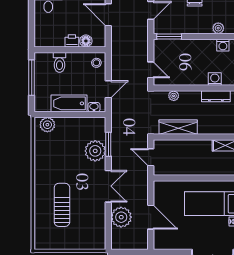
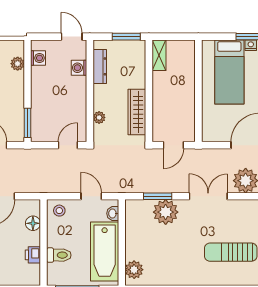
printer: (72, 41) -> (33, 255), moved
bathtub: (69, 103) -> (105, 252), width x1.36, depth x1.36

